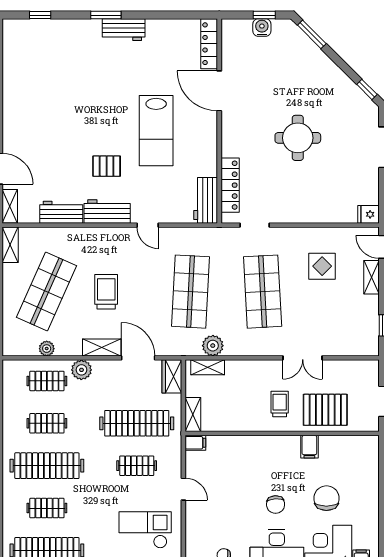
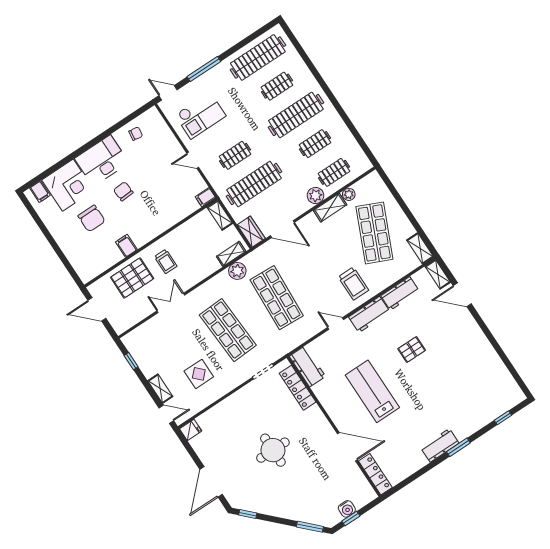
pallet: (107, 166) -> (412, 350), moved
trolley: (106, 292) -> (353, 284), moved
shelving: (102, 348) -> (330, 208), moved

